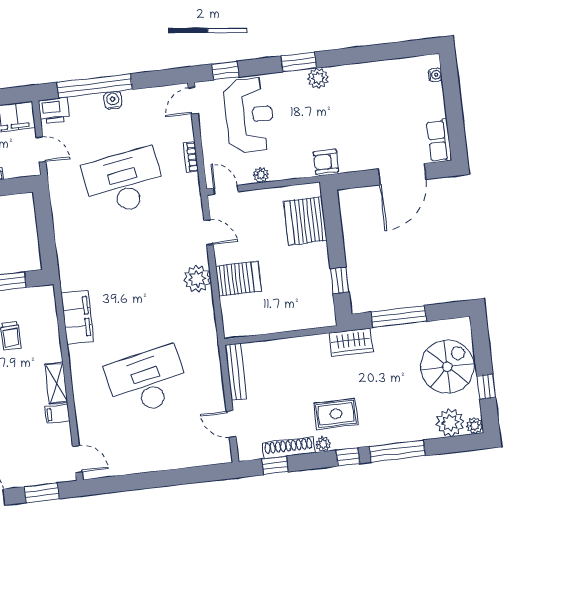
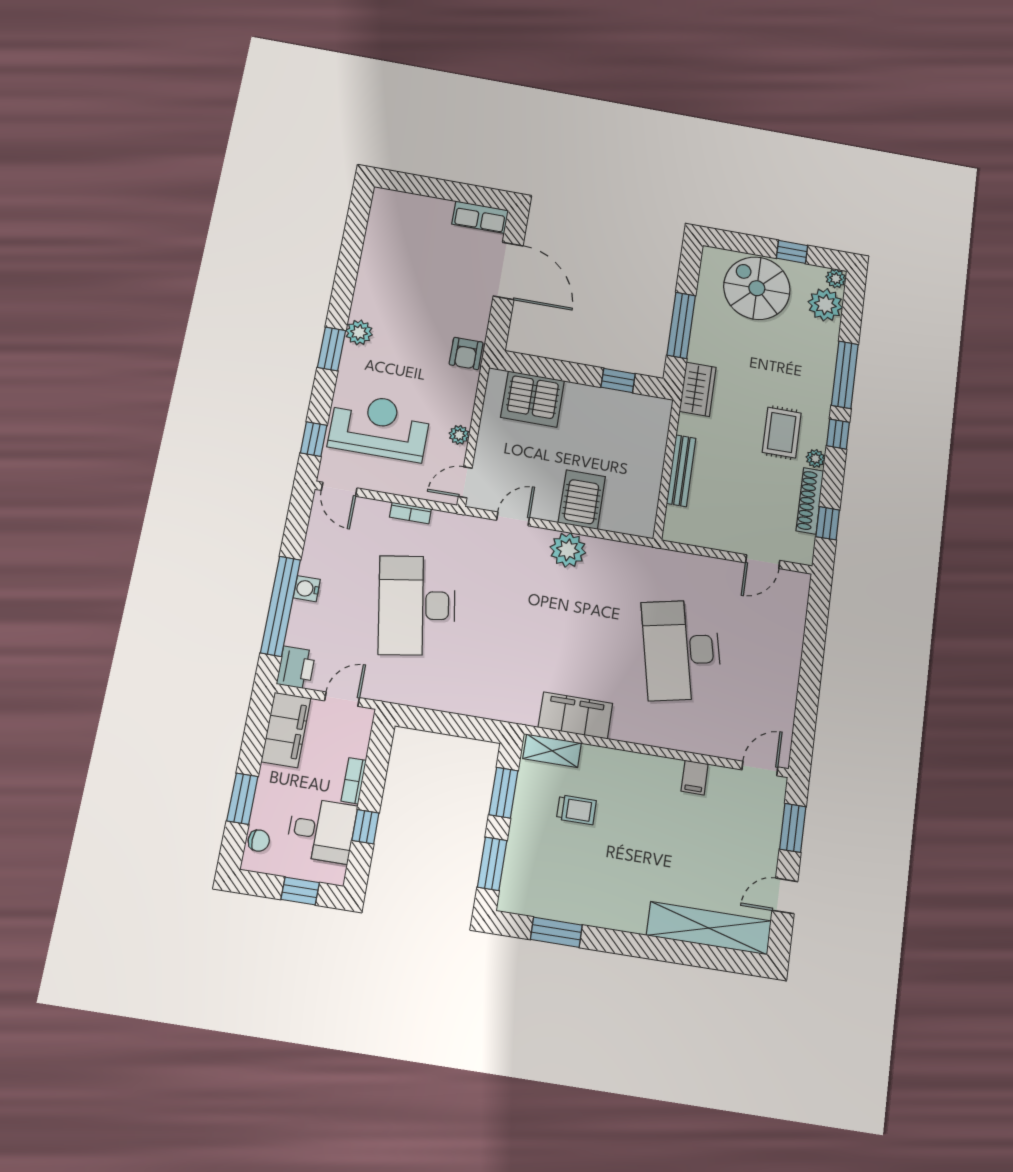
water cooler: (435, 75) -> (399, 198), removed
bench: (236, 372) -> (681, 471), moved, turned 90
shelving: (56, 383) -> (552, 751), moved

